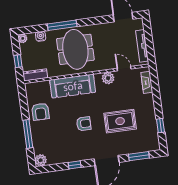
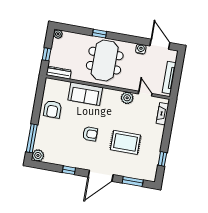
window: (62, 25) -> (99, 34), width x0.46
water cooler: (41, 36) -> (141, 49), moved
sofa: (73, 86) -> (85, 94), width x0.73
window: (28, 134) -> (32, 138), moved

